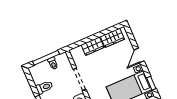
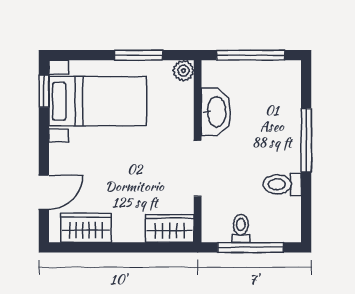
wardrobe: (93, 46) -> (170, 228), moved
door: (139, 55) -> (44, 192), moved

